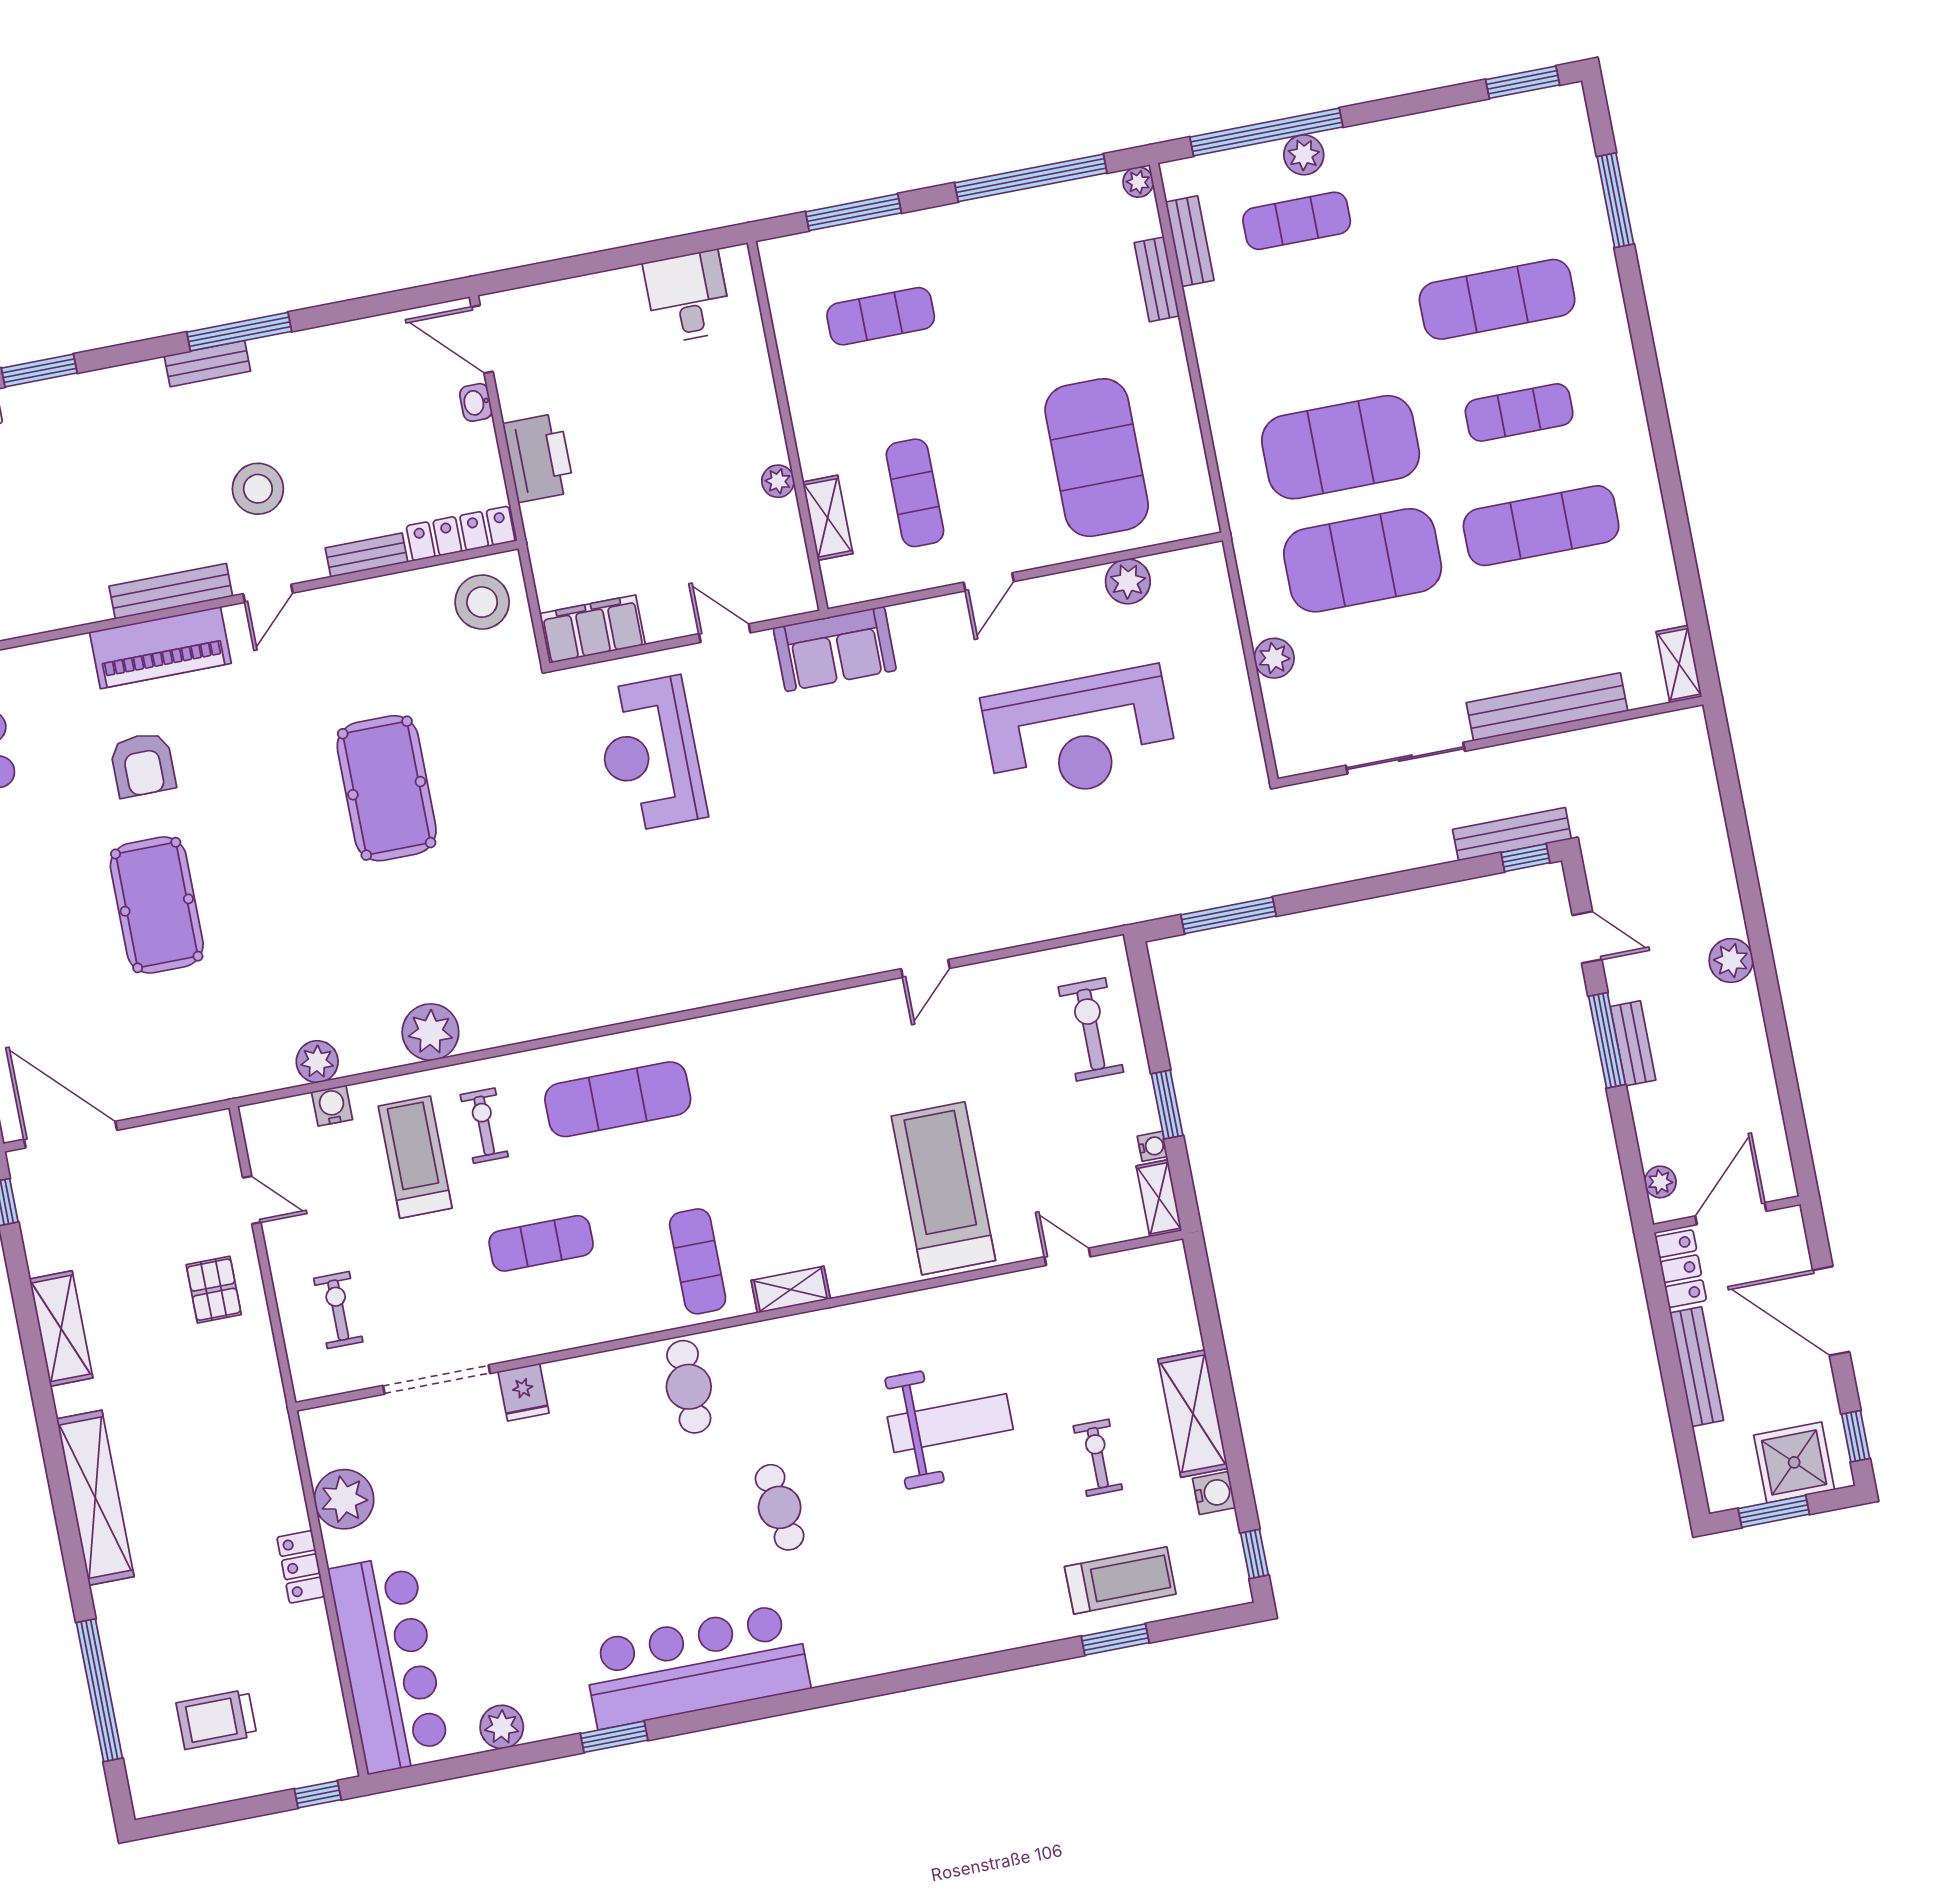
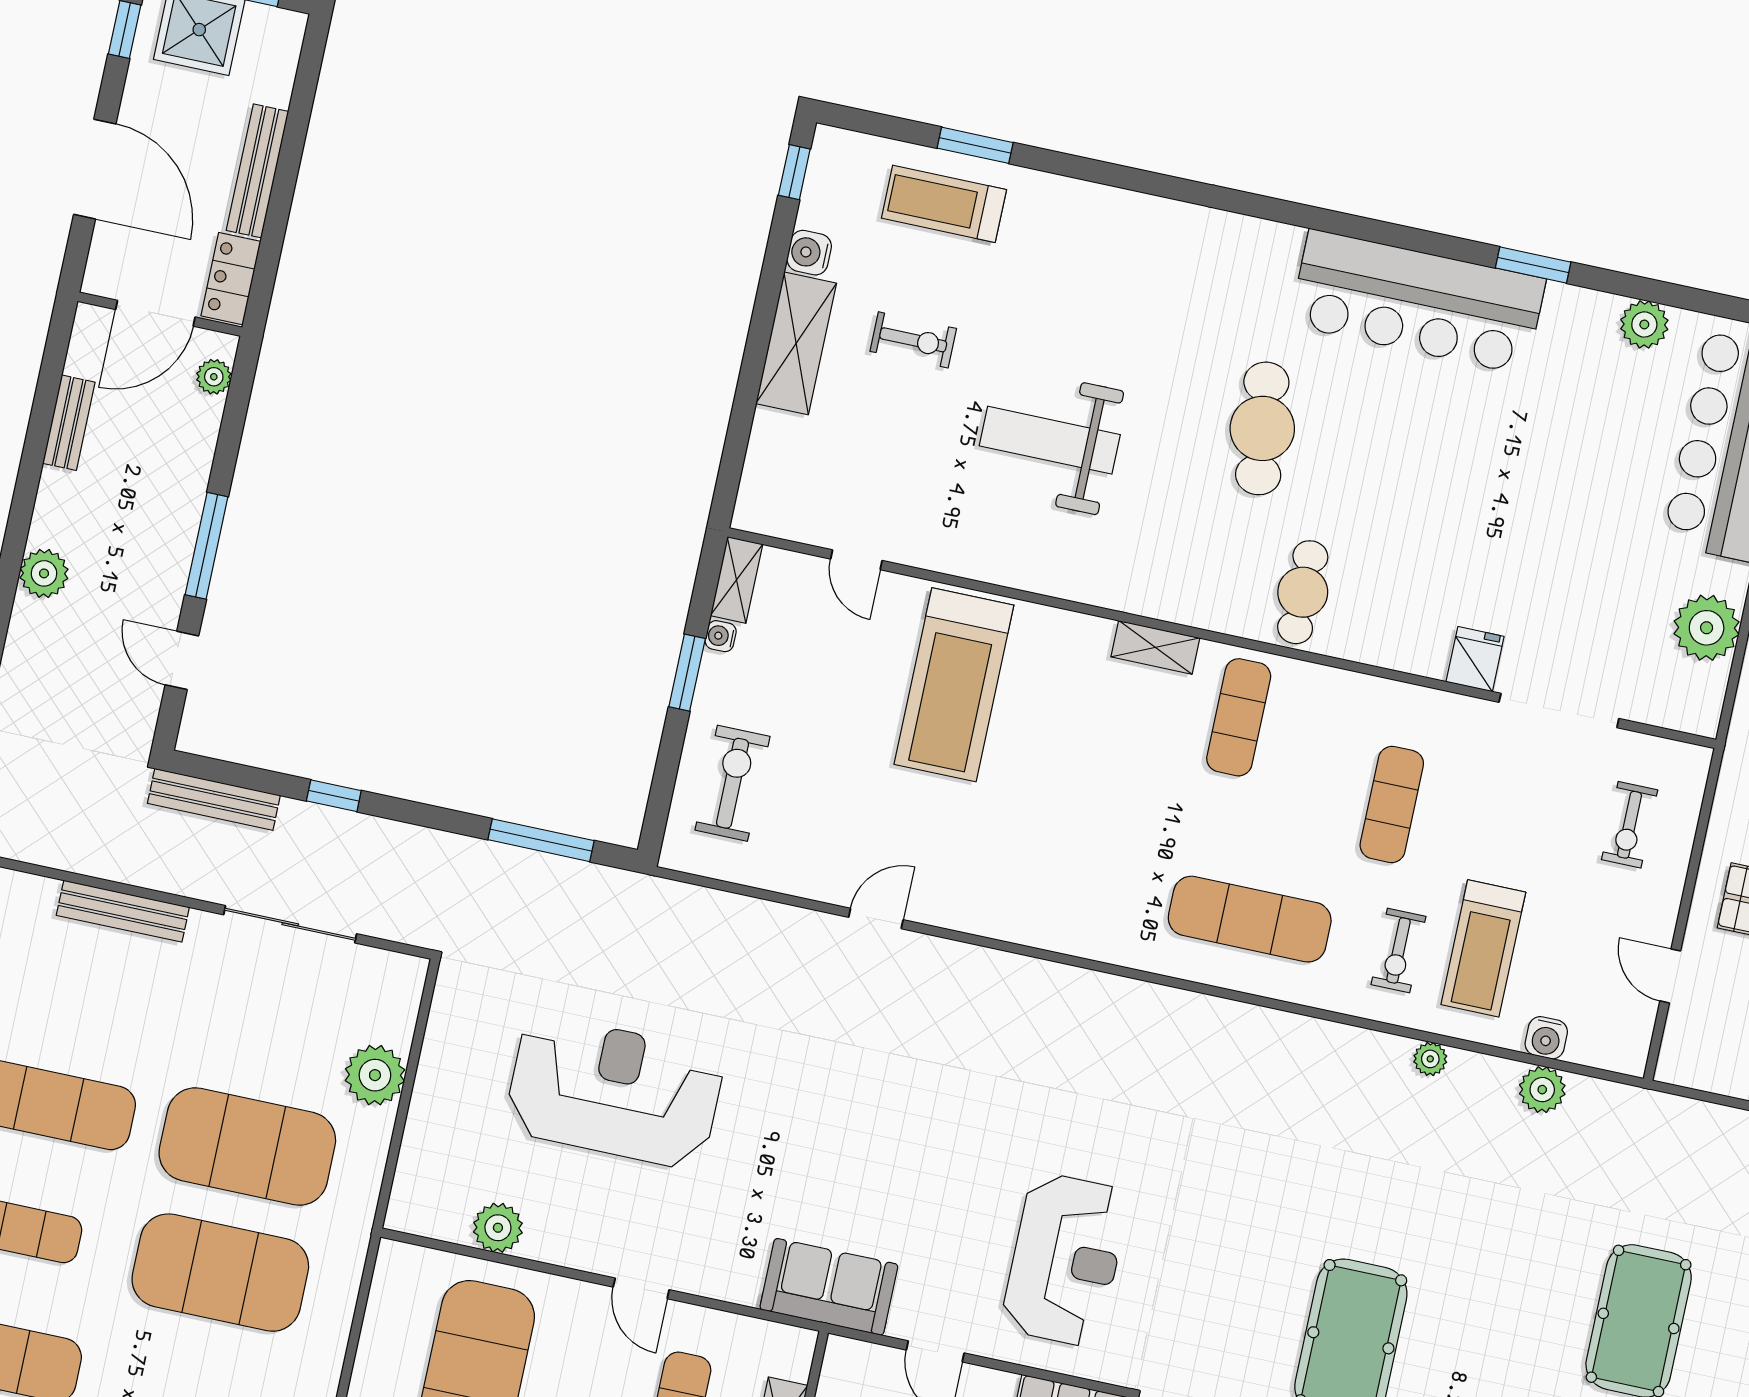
door: (989, 582) -> (641, 1288), swing flipped
plant: (1274, 658) -> (375, 1075), width x1.36, depth x1.36
bench: (1547, 707) -> (123, 911), width x0.73, depth x0.82
window: (1525, 858) -> (334, 796), moved
exercise bike: (1091, 1029) -> (732, 783), turned 180
plant: (430, 1032) -> (1430, 1059), width x0.53, depth x0.53
bench: (1633, 1043) -> (69, 423), moved
exercise mat: (541, 1243) -> (1392, 804), turned 90
exercise bike: (1098, 1458) -> (913, 340), turned -90
cafe table: (780, 1507) -> (1262, 428), width x1.37, depth x1.35

